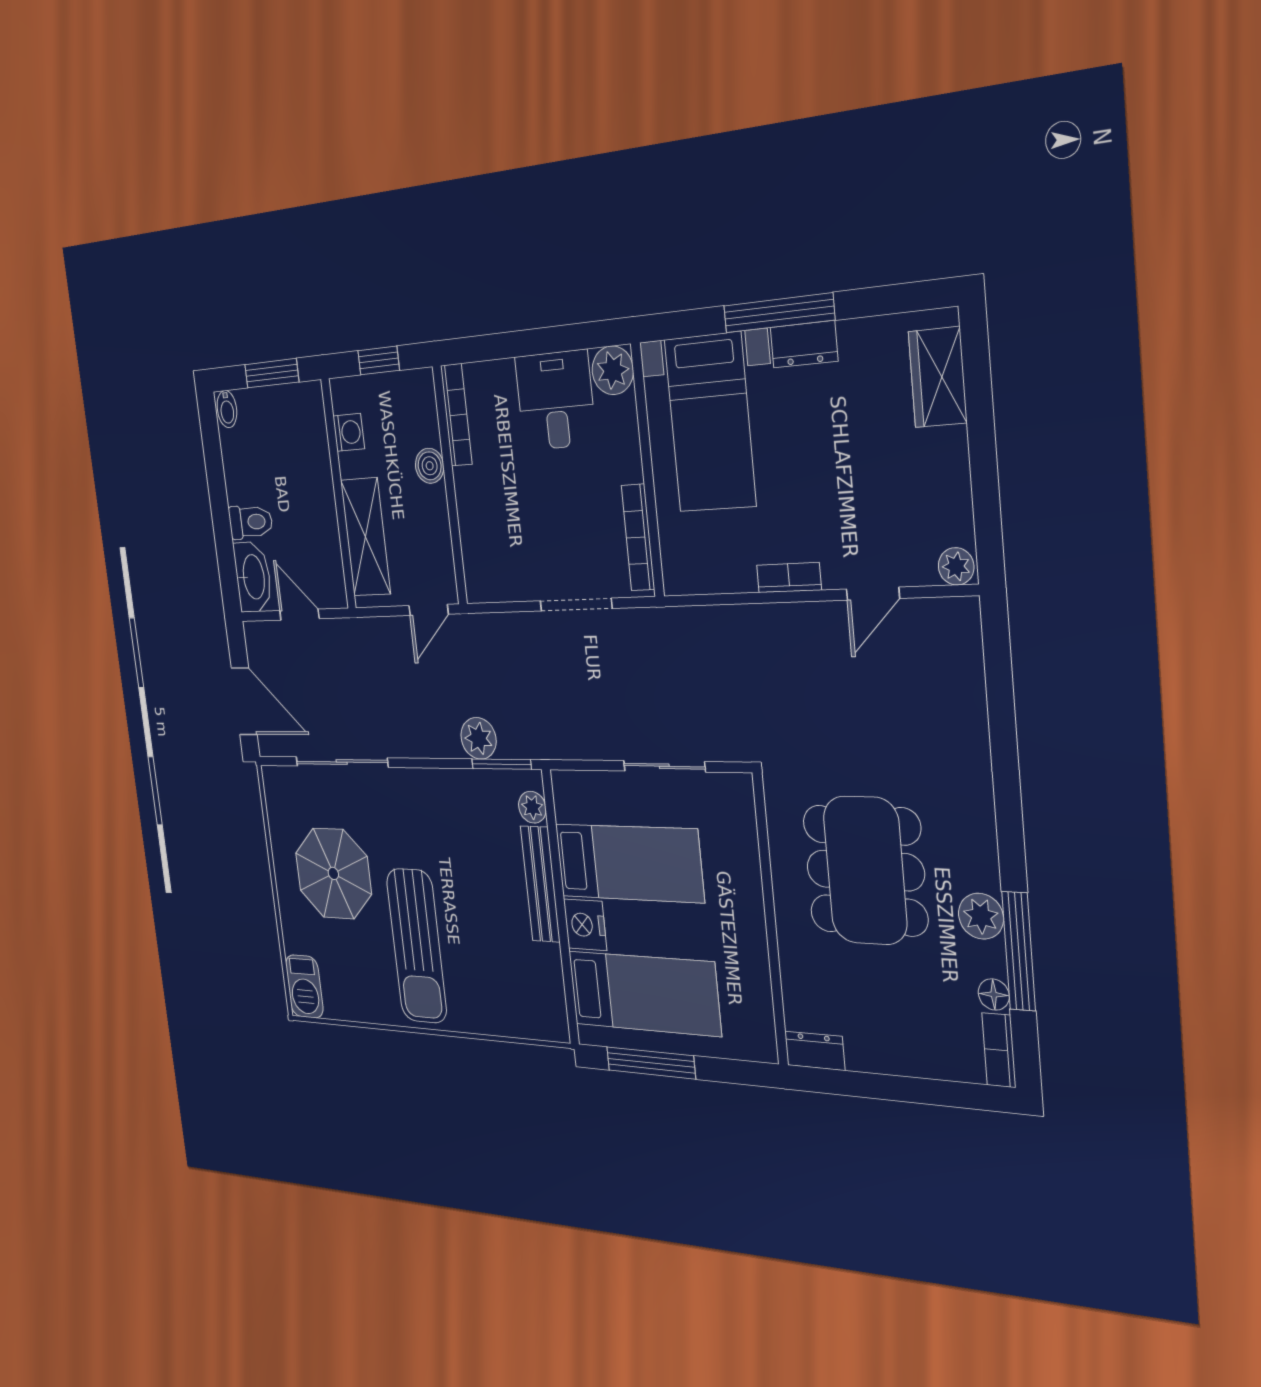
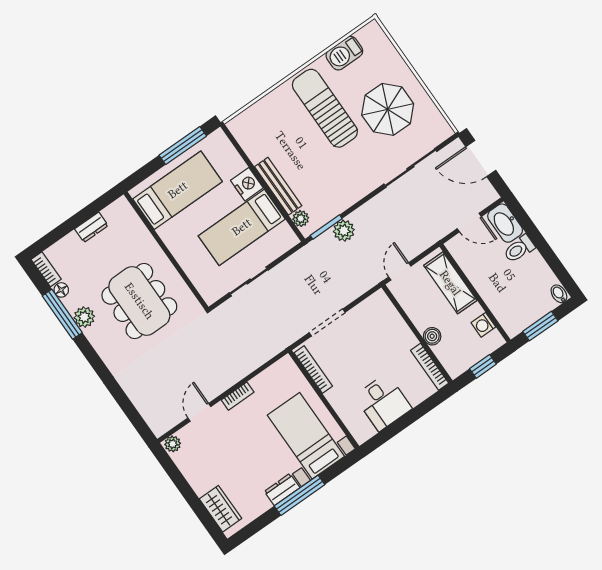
plant: (613, 370) -> (362, 430), removed
barbecue: (304, 986) -> (344, 53), moved, turned -90
bed: (644, 993) -> (178, 190), moved, turned 180
dresser: (815, 1051) -> (91, 227), moved

